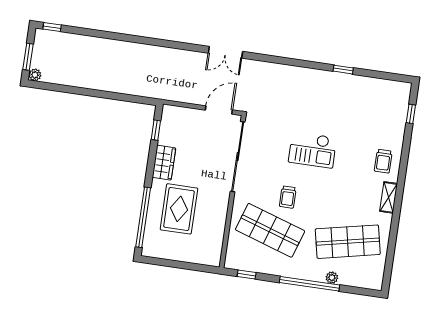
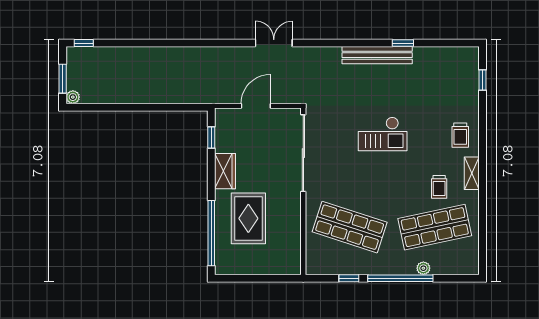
double door: (225, 52) -> (274, 43), swing flipped
bench: (318, 77) -> (377, 55), added
door: (219, 110) -> (256, 106), moved
trolley: (288, 197) -> (439, 187), moved
window: (247, 275) -> (349, 278), moved

